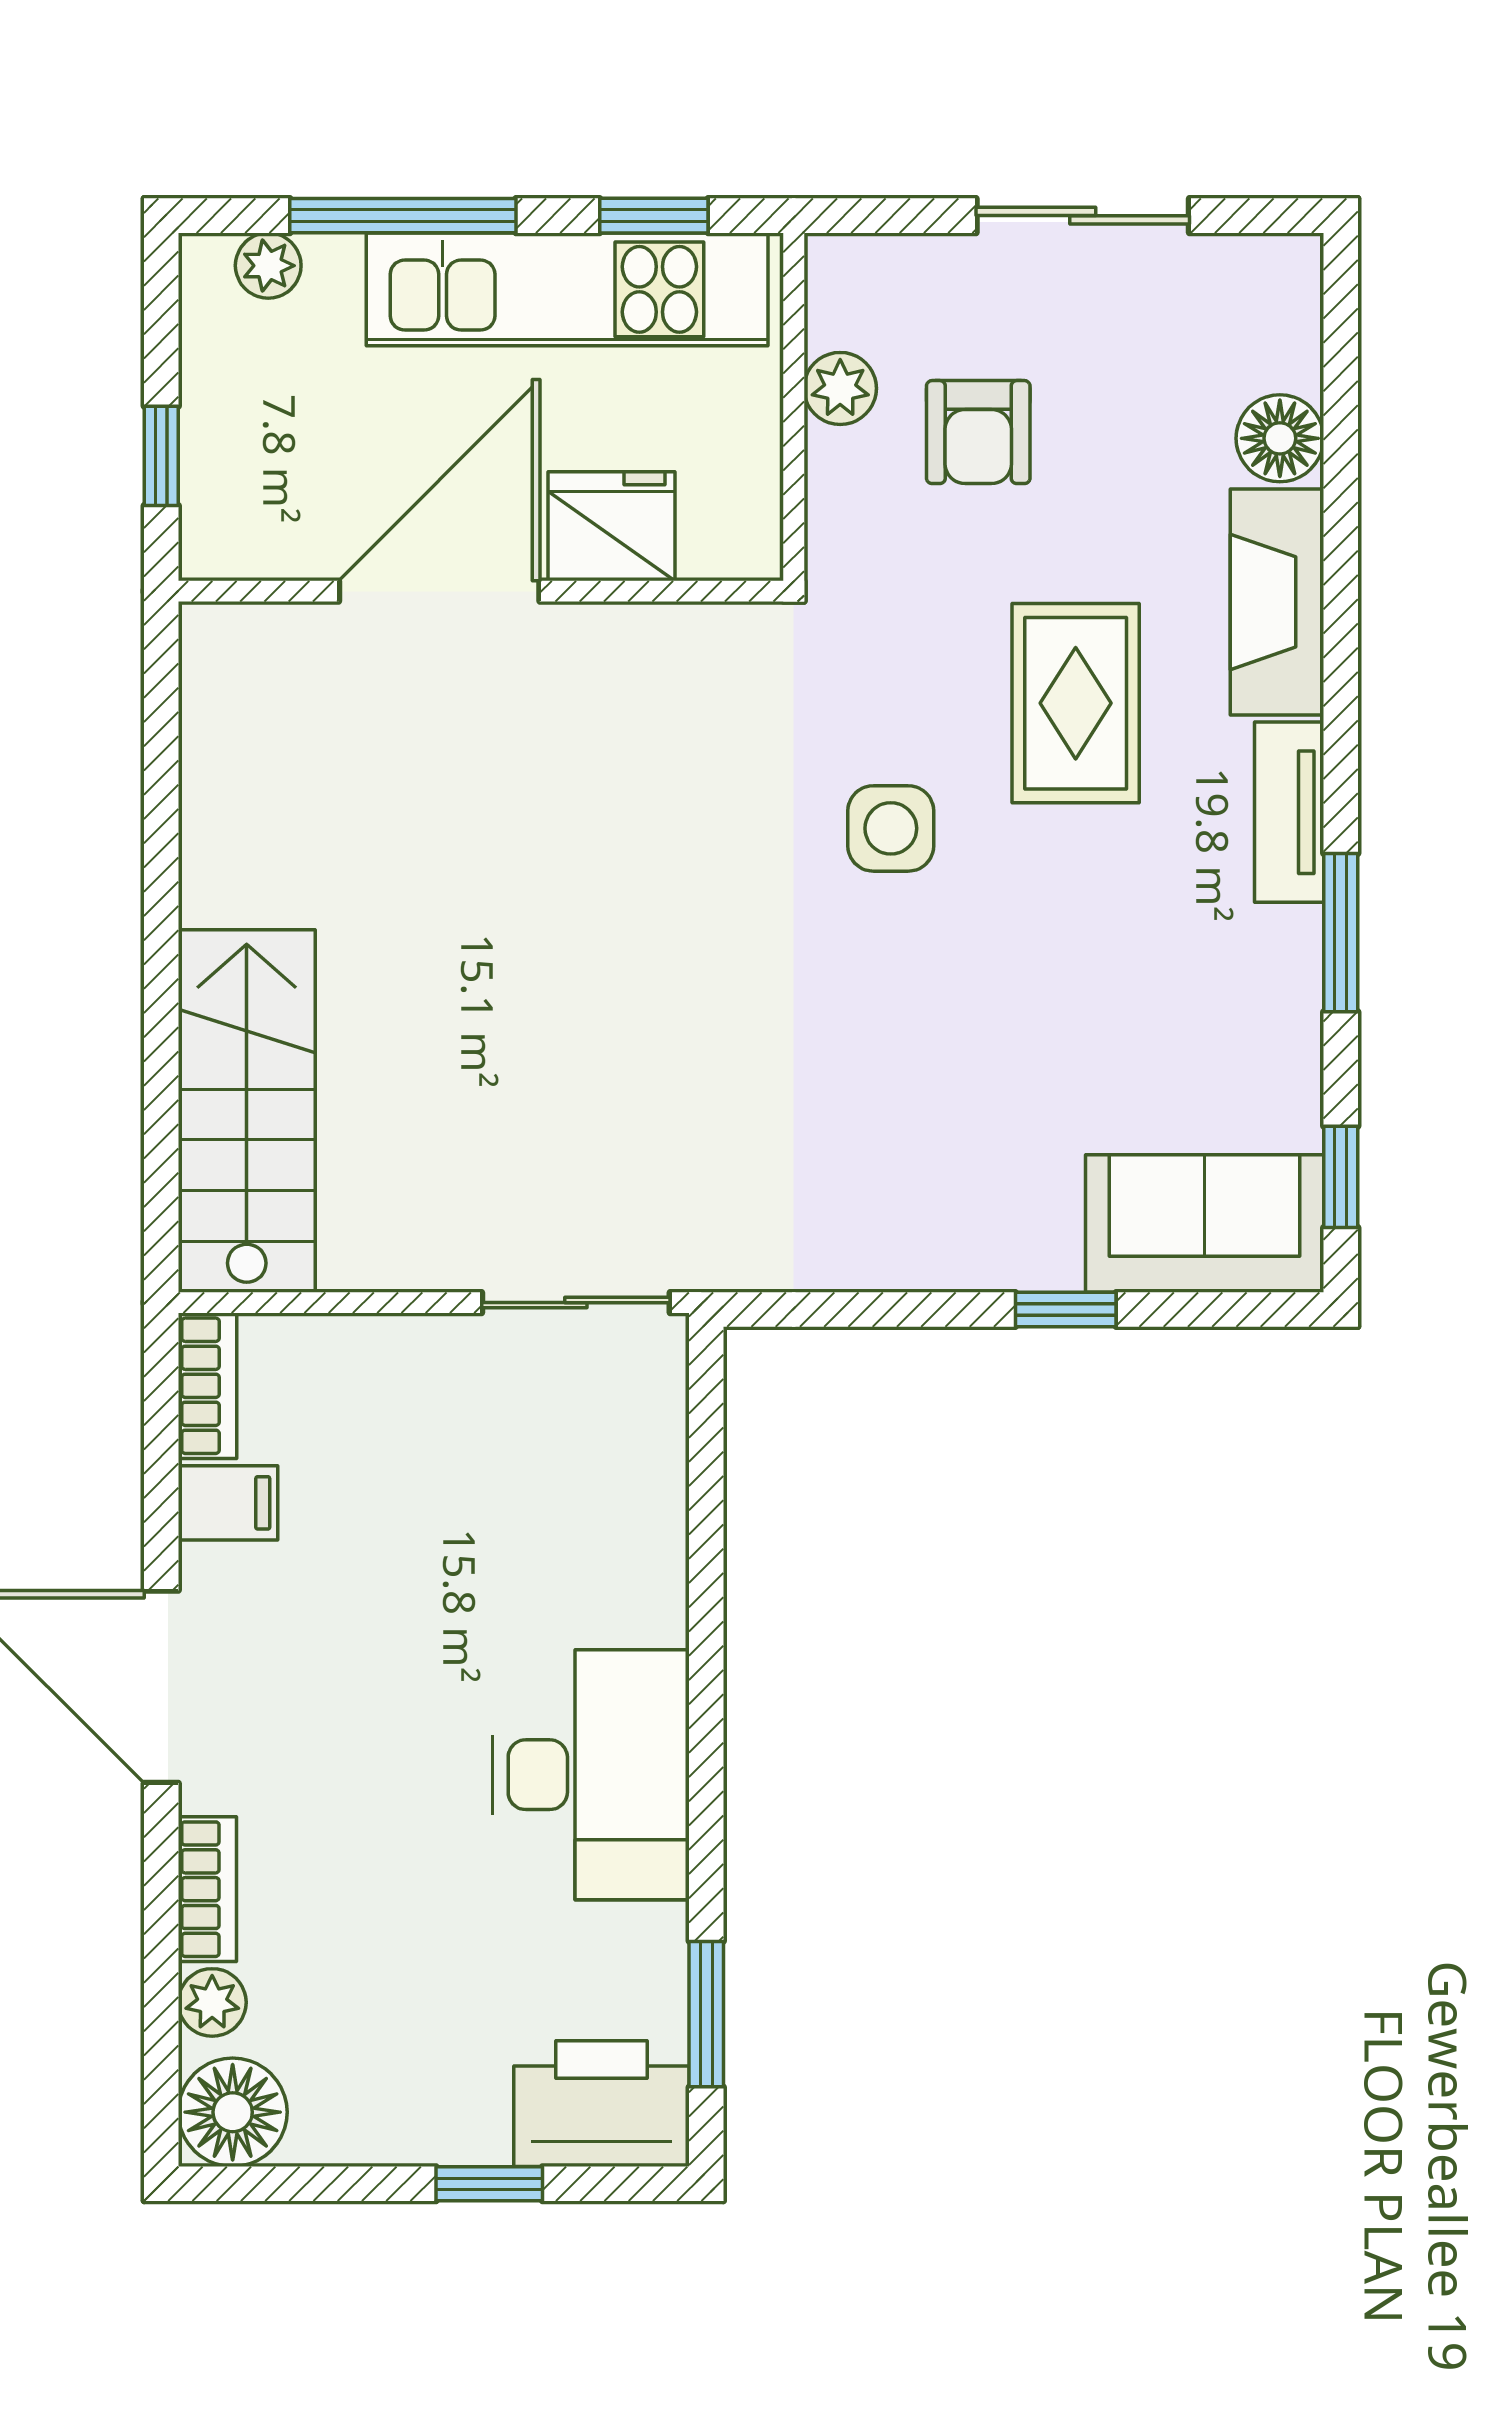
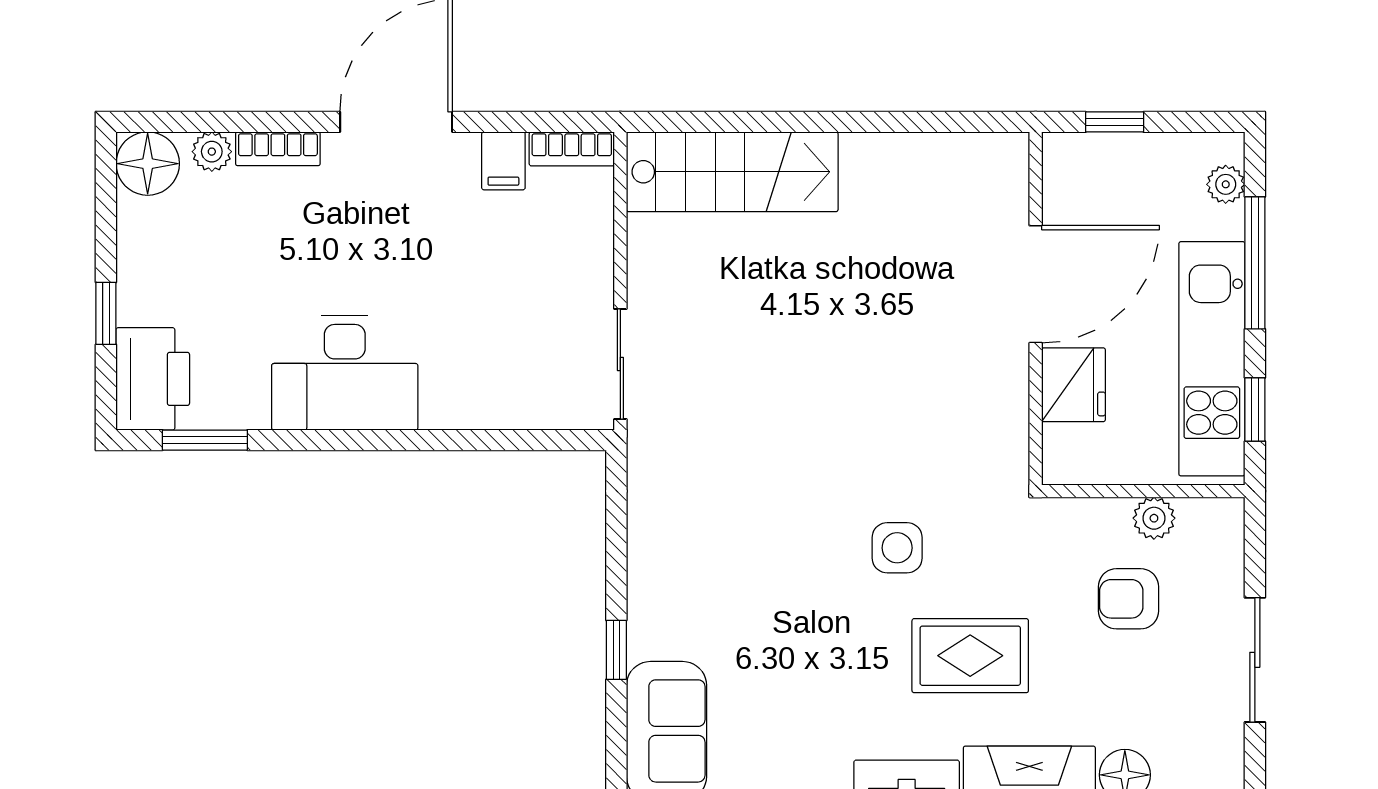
door: (439, 591) -> (1036, 284), hinge flipped

